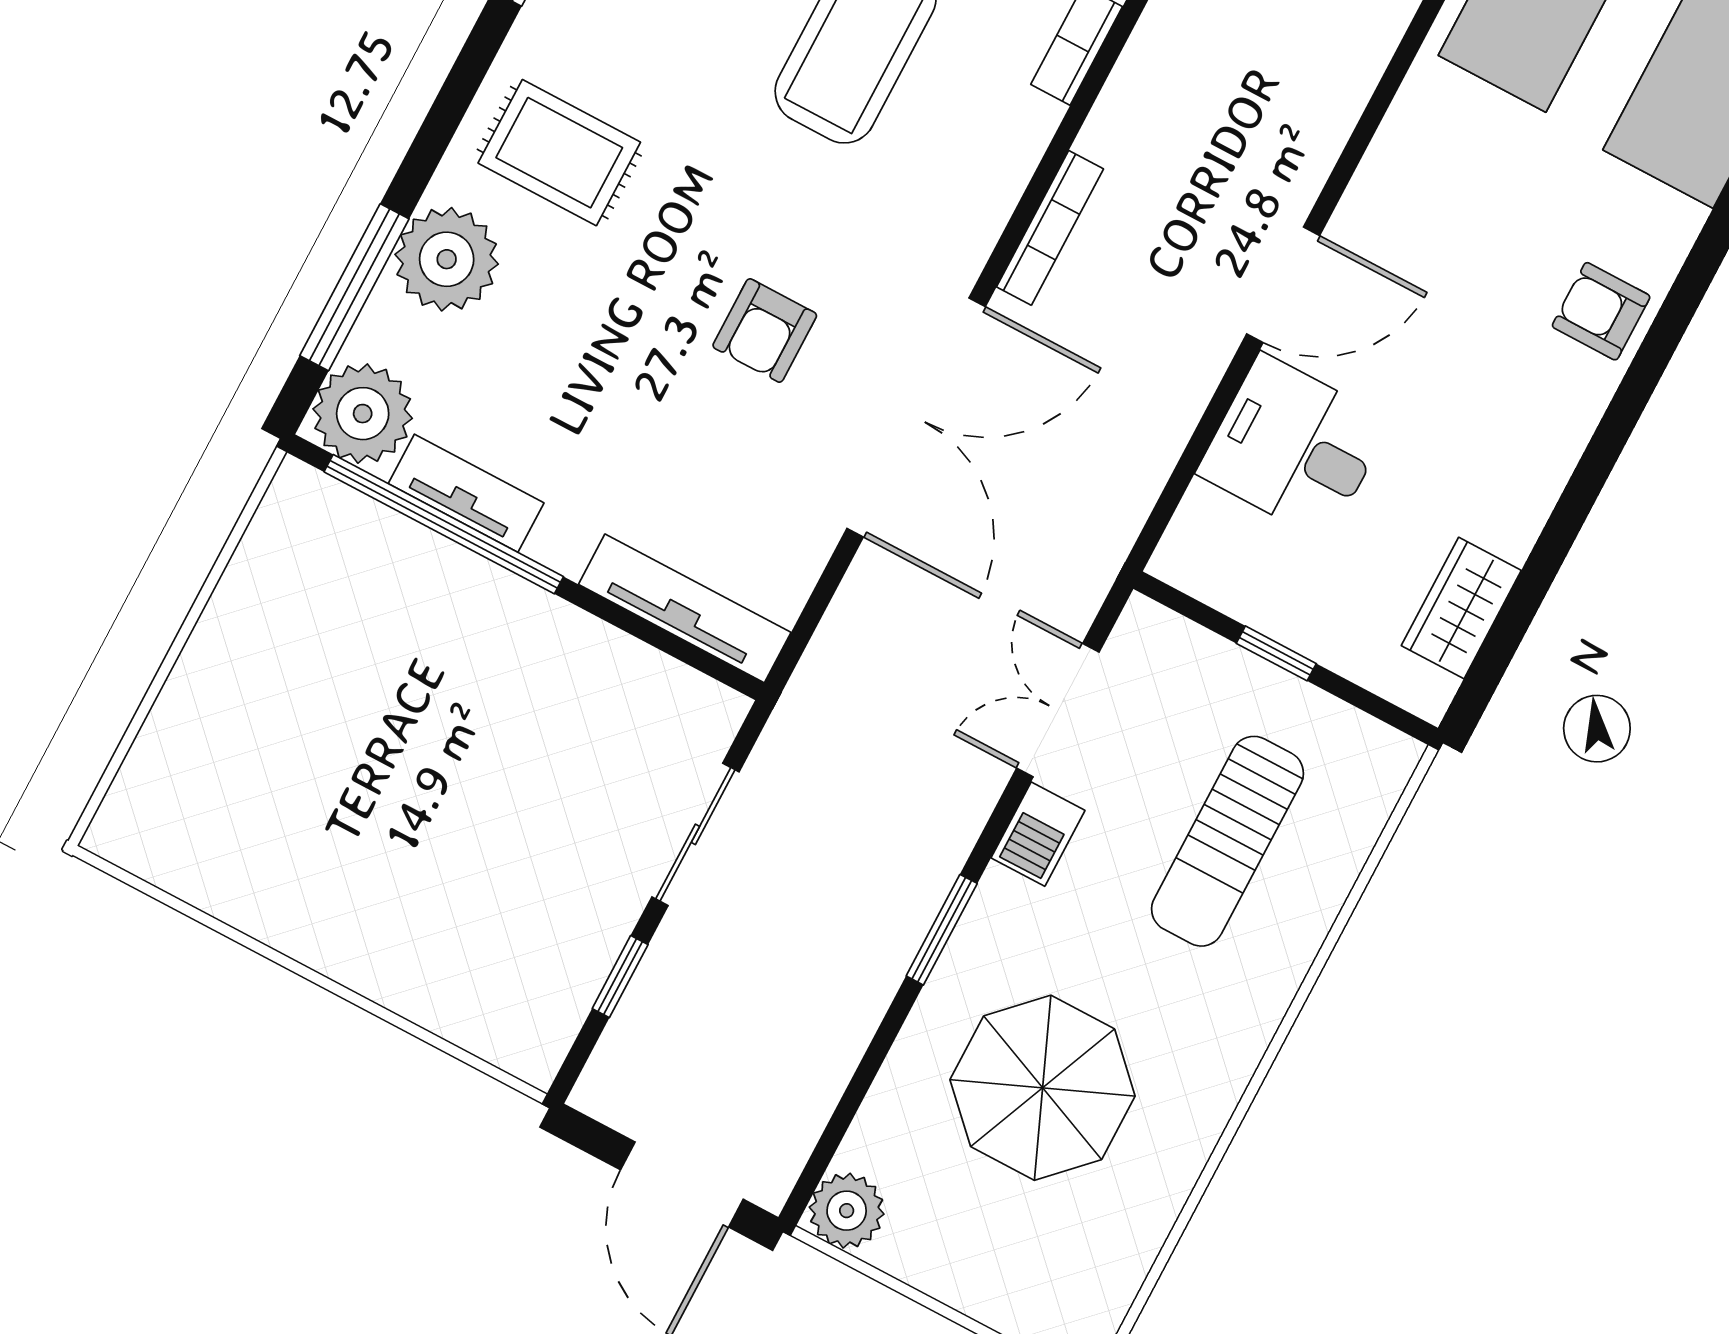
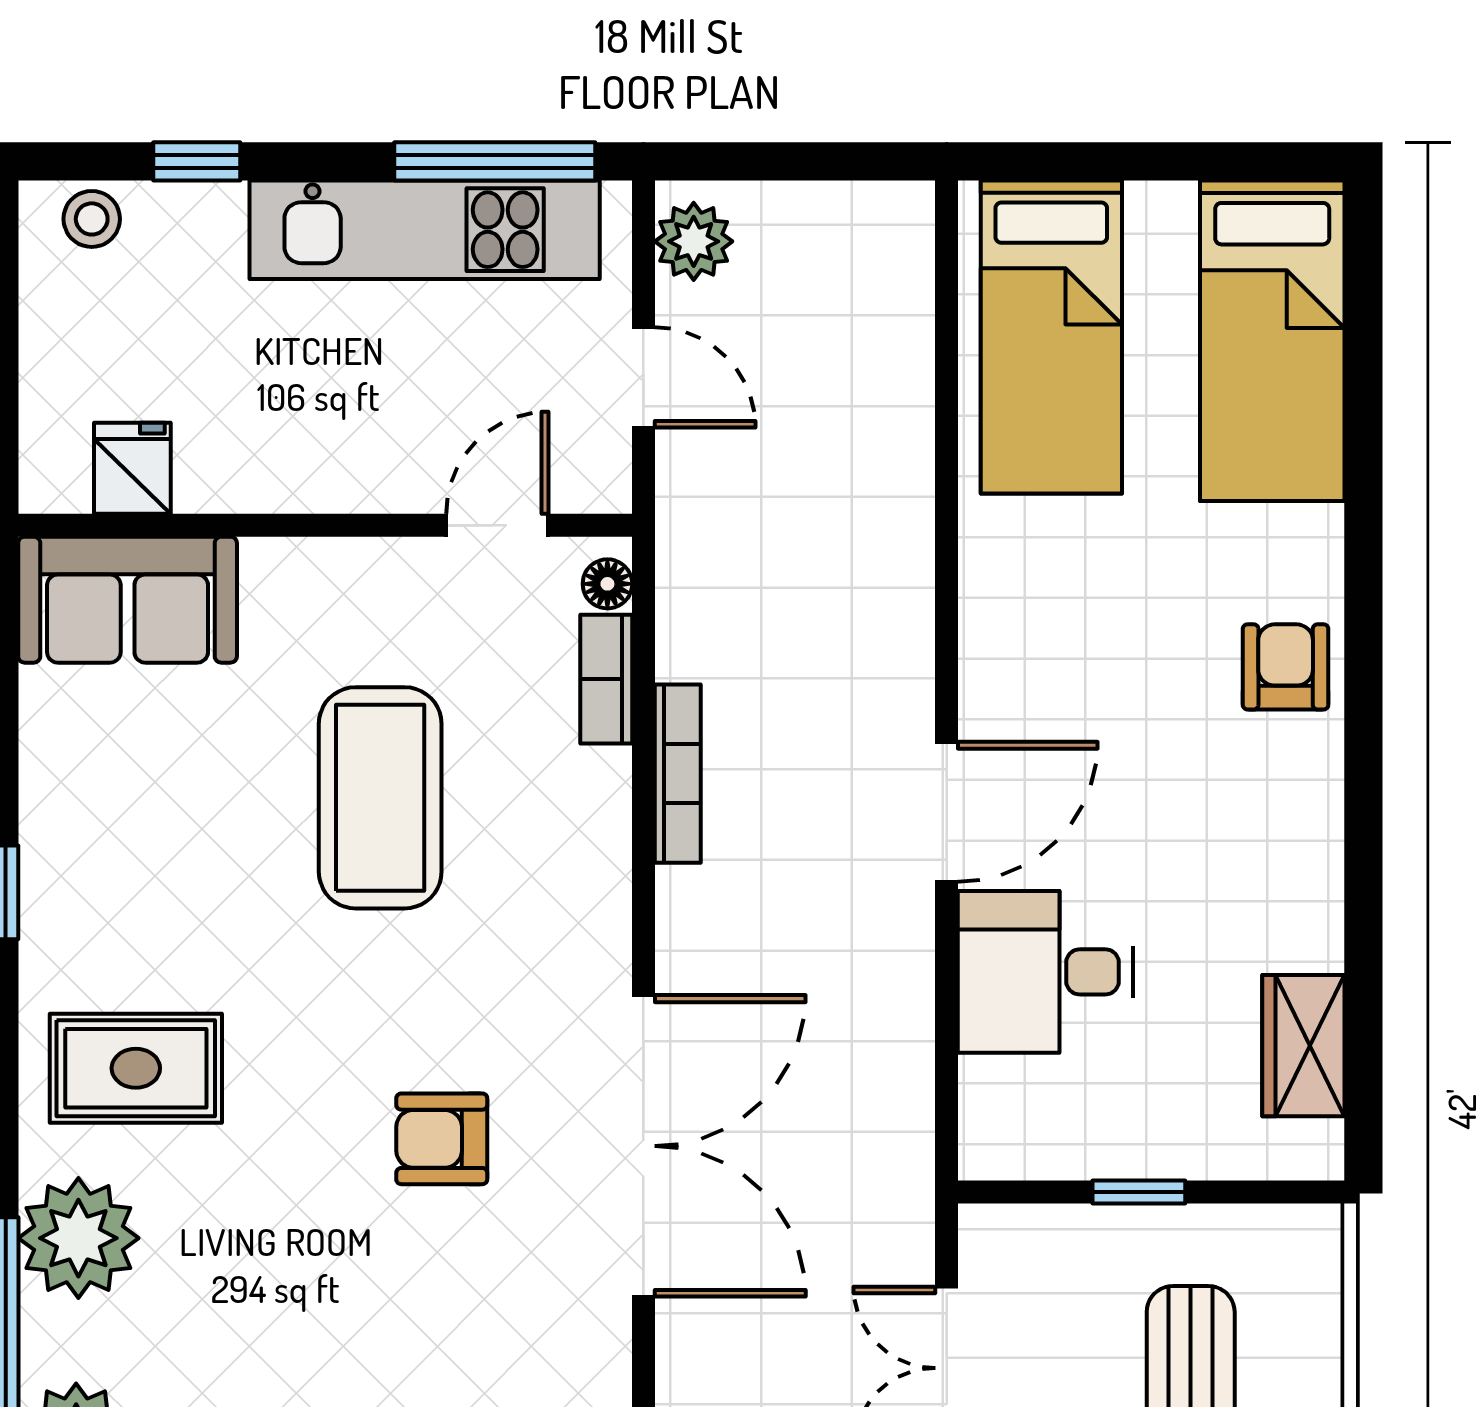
bookcase: (1050, 228) -> (678, 774), moved
armchair: (1601, 311) -> (1286, 667), turned 90
armchair: (765, 330) -> (442, 1139), turned 90

